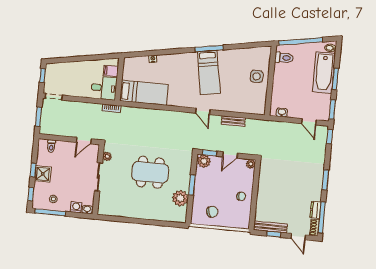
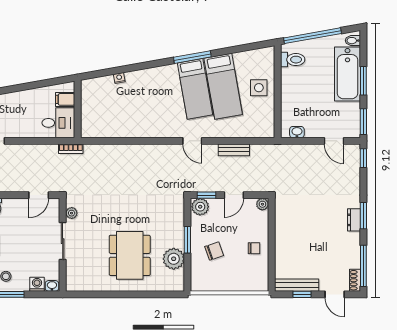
bed: (144, 93) -> (223, 86), moved, turned 80
dining table: (150, 172) -> (130, 255), moved, turned 90
dresser: (315, 210) -> (354, 220), moved
chair: (212, 212) -> (214, 251), moved

